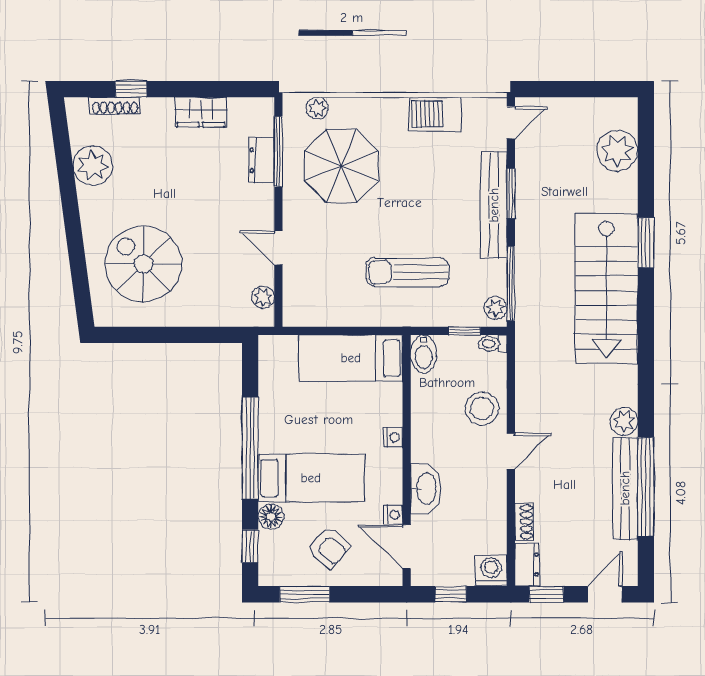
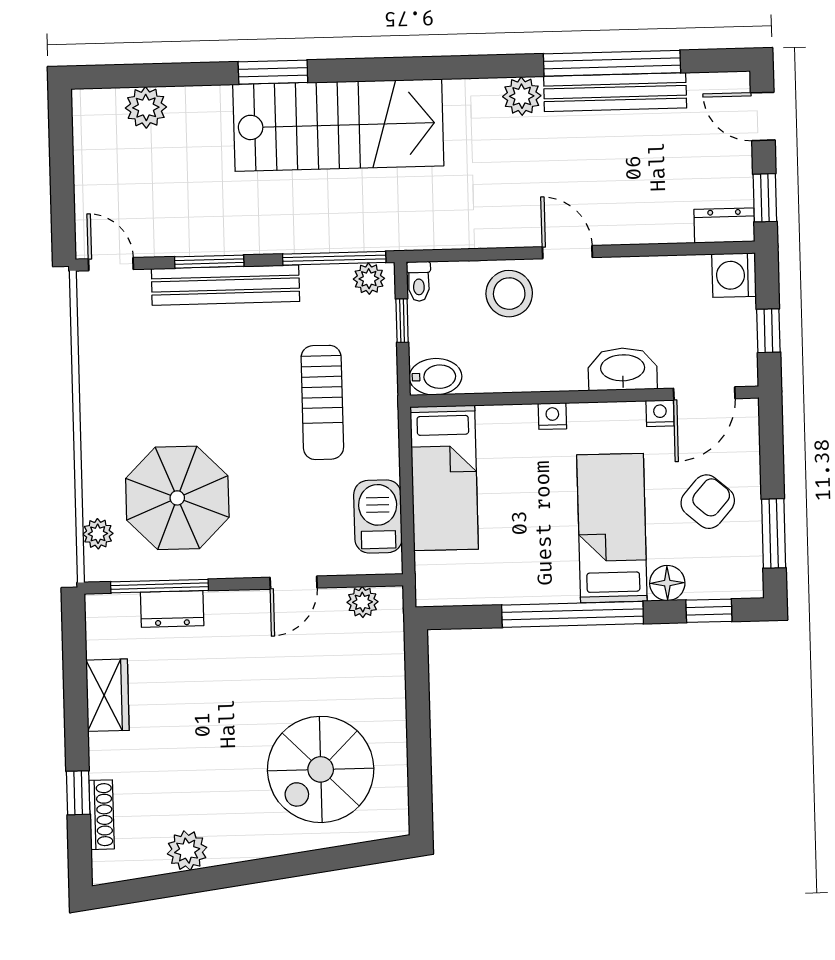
barbecue: (435, 114) -> (378, 516), moved, turned 180
plant: (617, 151) -> (146, 107), width x0.73, depth x0.73
plant: (93, 166) -> (187, 851), width x0.73, depth x0.73
shoe rack: (524, 522) -> (665, 231), removed

